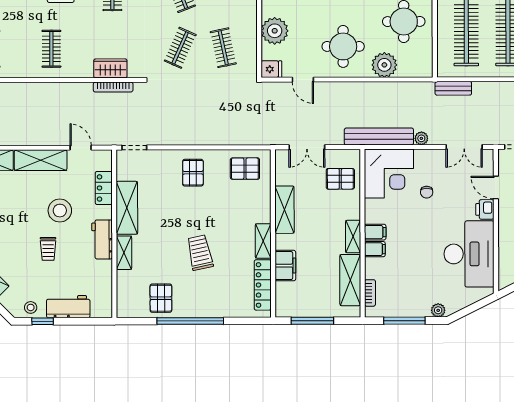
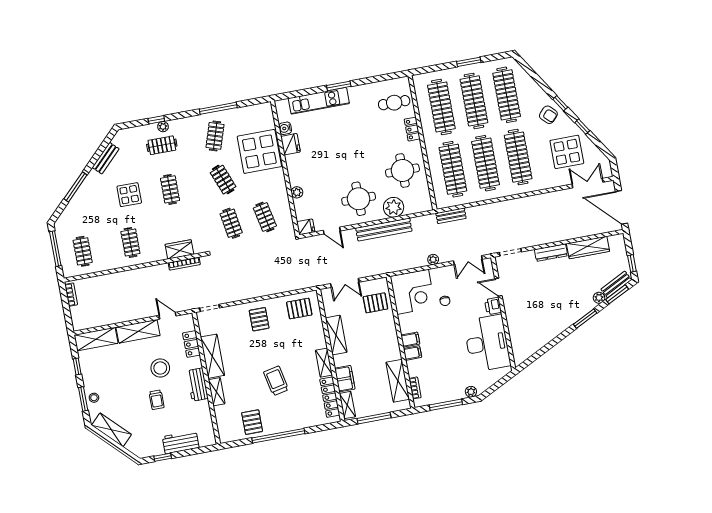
plant: (275, 31) -> (297, 192), width x0.53, depth x0.53
clothes rail: (180, 48) -> (231, 223), turned -33
bench: (379, 136) -> (384, 230), moved
shelving: (353, 237) -> (347, 405), moved
stool: (31, 307) -> (151, 448), removed

